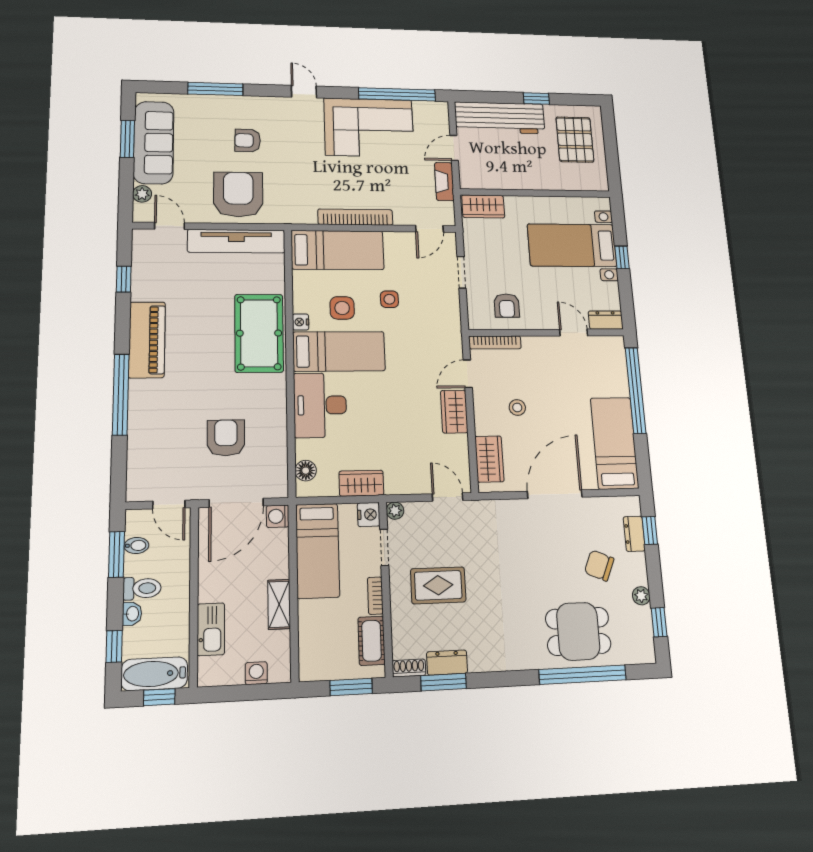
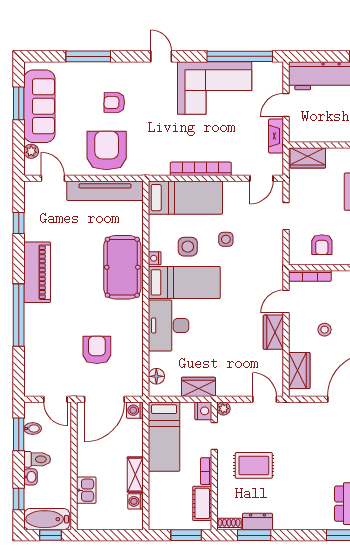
kitchen sink: (211, 629) -> (86, 490), width x0.73
washing machine: (256, 673) -> (135, 501), moved, turned -90

